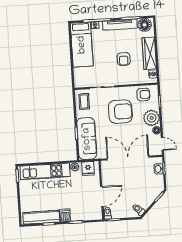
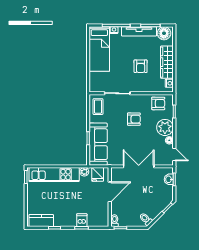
armchair: (120, 112) -> (134, 119), width x0.53, depth x0.53
double door: (128, 158) -> (139, 166), width x0.73
door: (102, 196) -> (110, 192), moved
dishwasher: (65, 215) -> (82, 220), moved
kitchen counter: (41, 217) -> (41, 221), width x0.67

